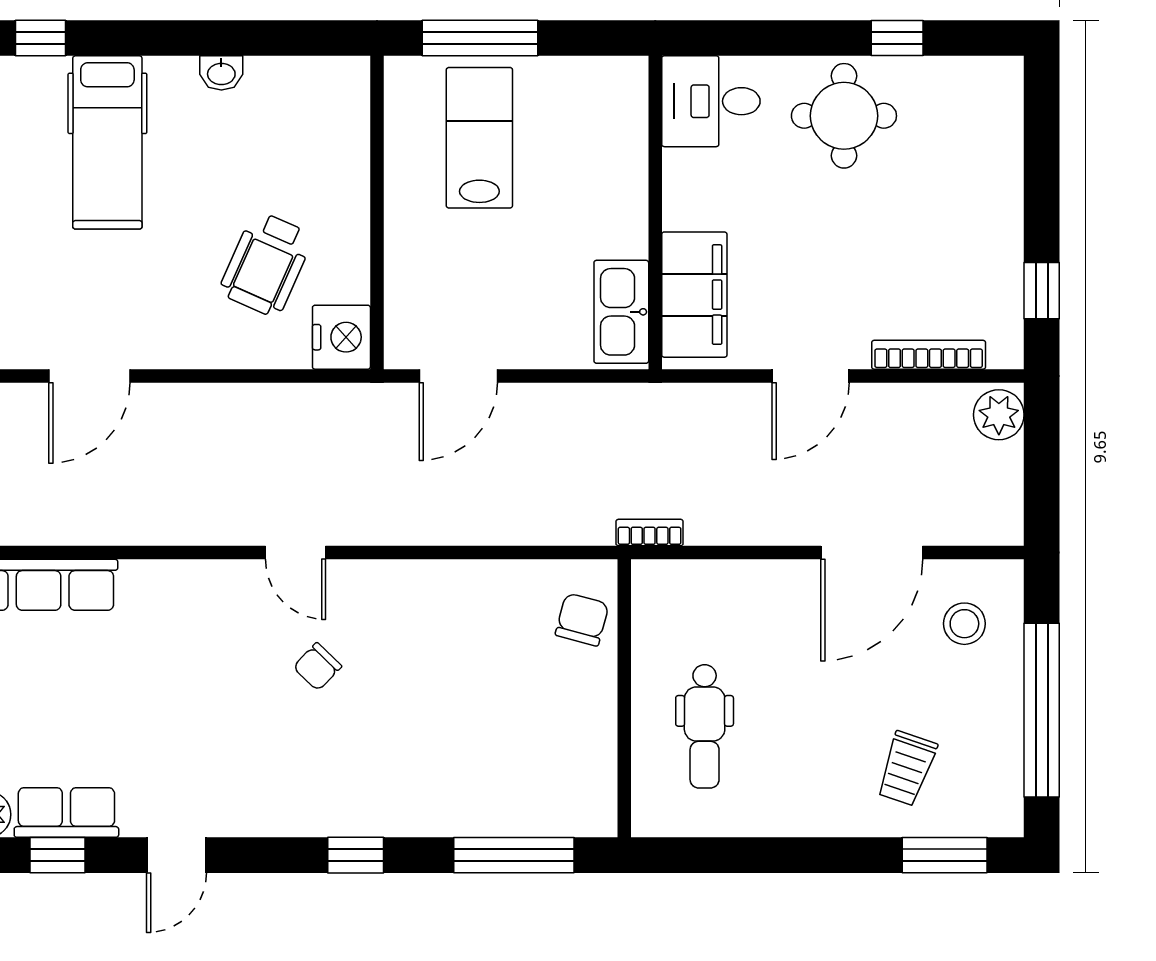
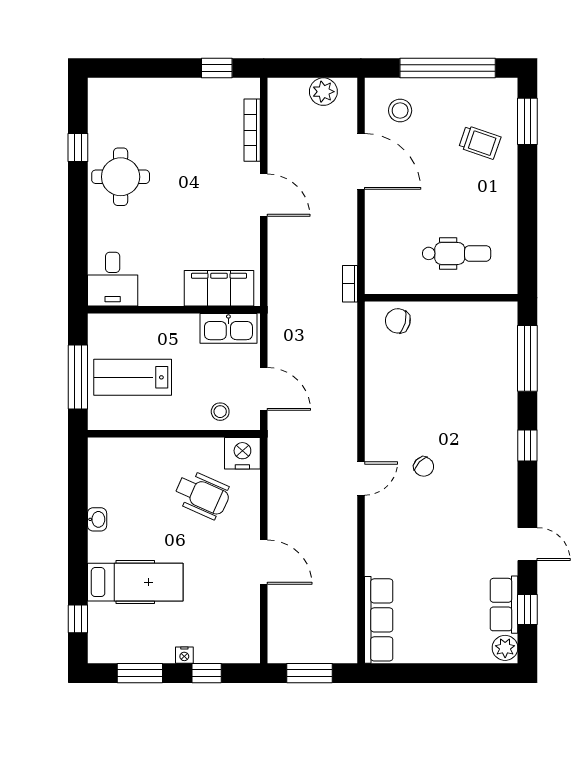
desk: (711, 101) -> (113, 279), moved
wall: (655, 212) -> (174, 310), moved
filing cabinet: (694, 295) -> (219, 288), moved
stool: (417, 297) -> (220, 412), added
kitchen sink: (621, 312) -> (228, 328), moved
door: (89, 376) -> (264, 562), moved
plant: (999, 415) -> (323, 92), moved

